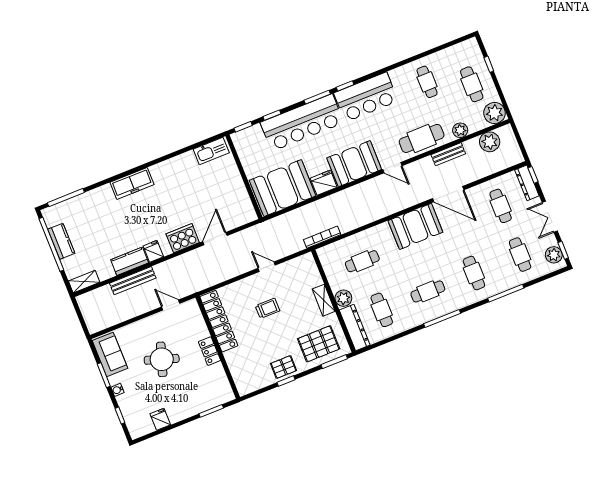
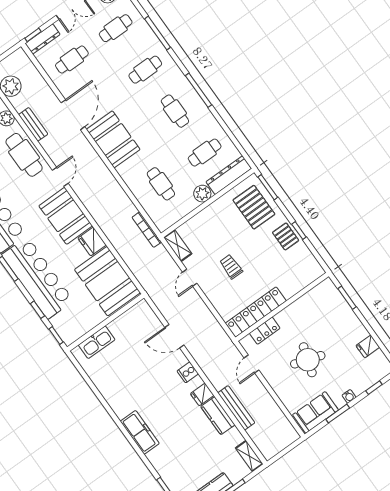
kitchen sink: (211, 151) -> (97, 342), moved, turned 90
cooker: (183, 238) -> (188, 372), width x0.53, depth x0.76
shelving: (324, 300) -> (178, 246), moved, turned 90
locker: (209, 351) -> (265, 331), moved

